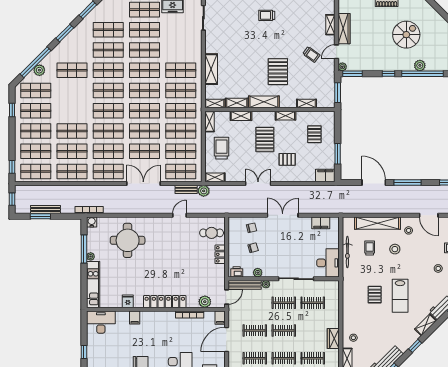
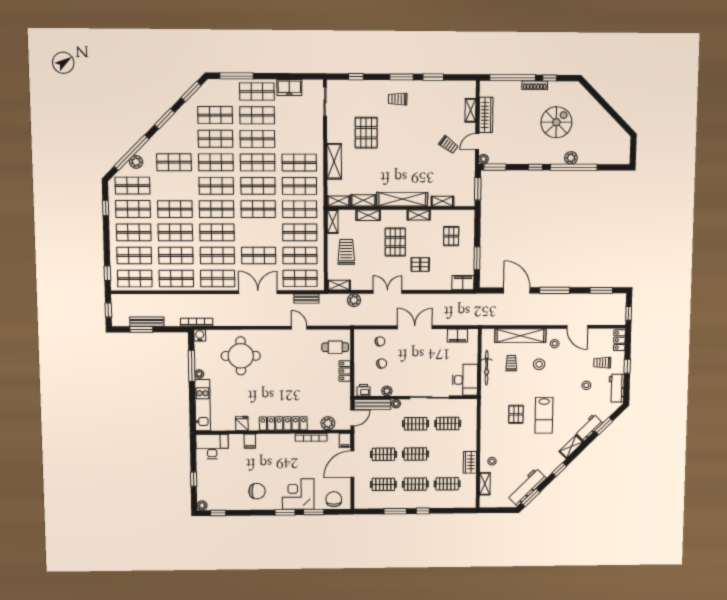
pallet: (278, 72) -> (366, 133), moved
shelving: (264, 102) -> (402, 199), width x1.47
shop shelf: (144, 131) -> (175, 209), moved
plant: (204, 191) -> (354, 300), moved
door: (180, 215) -> (299, 328), hinge flipped

